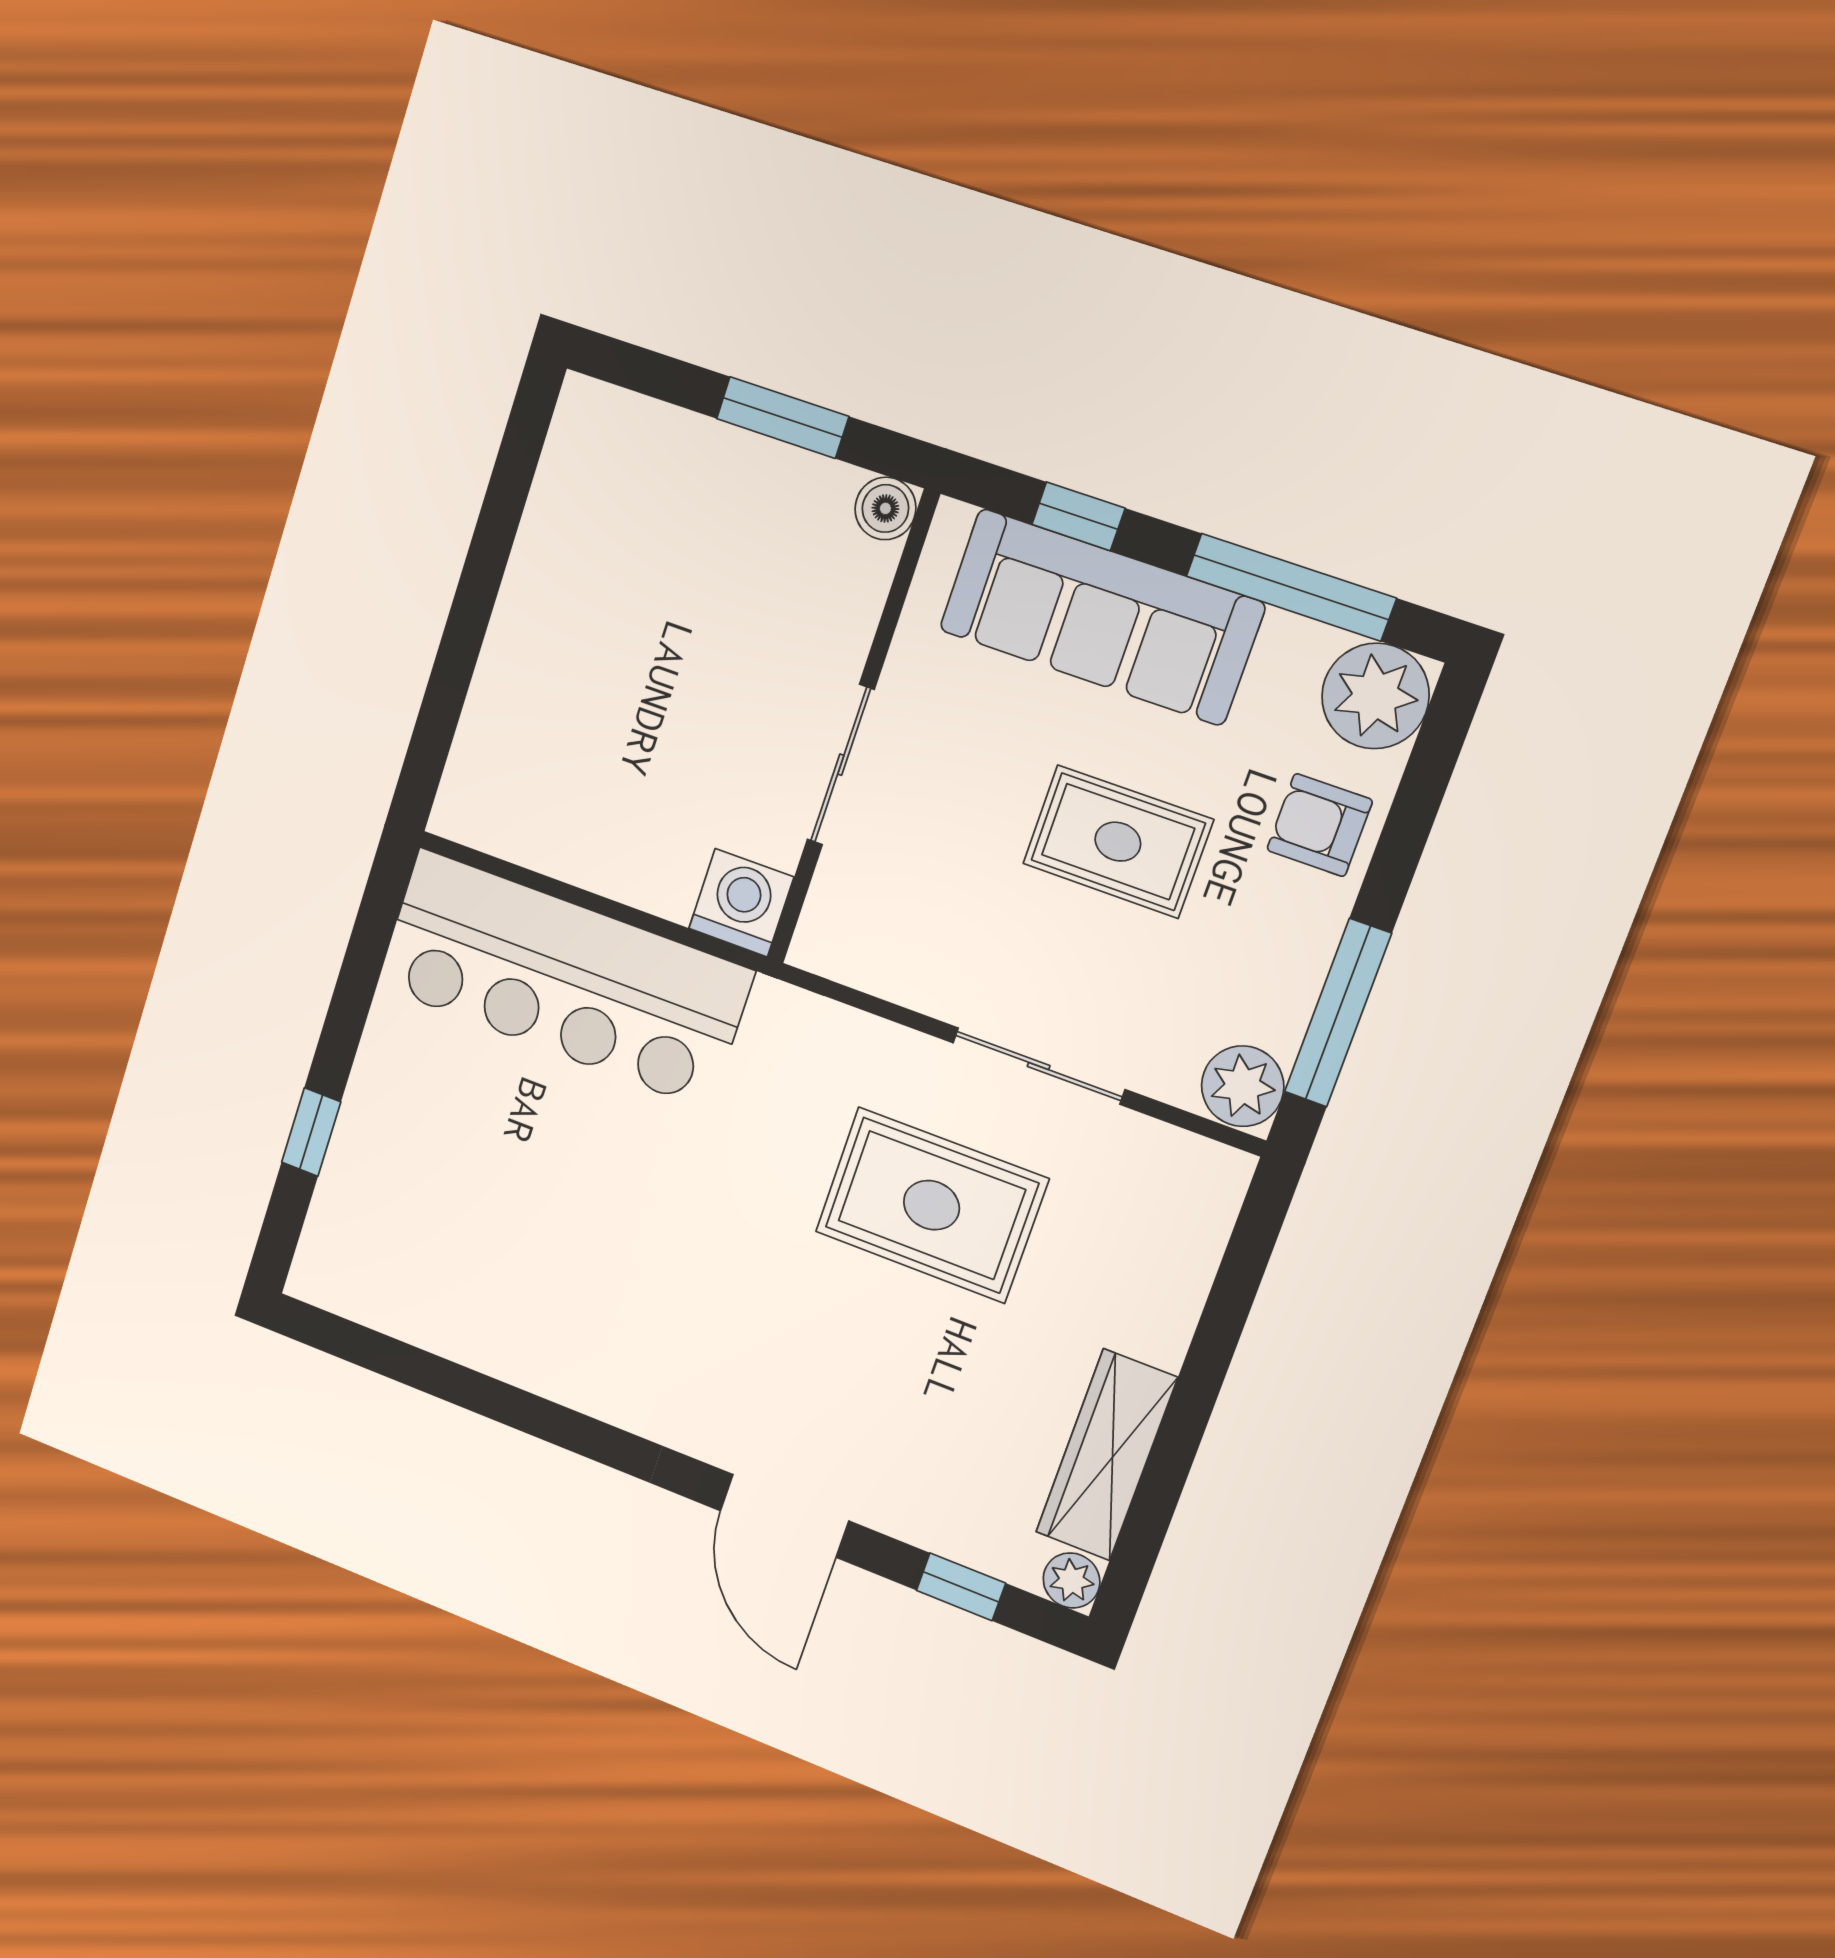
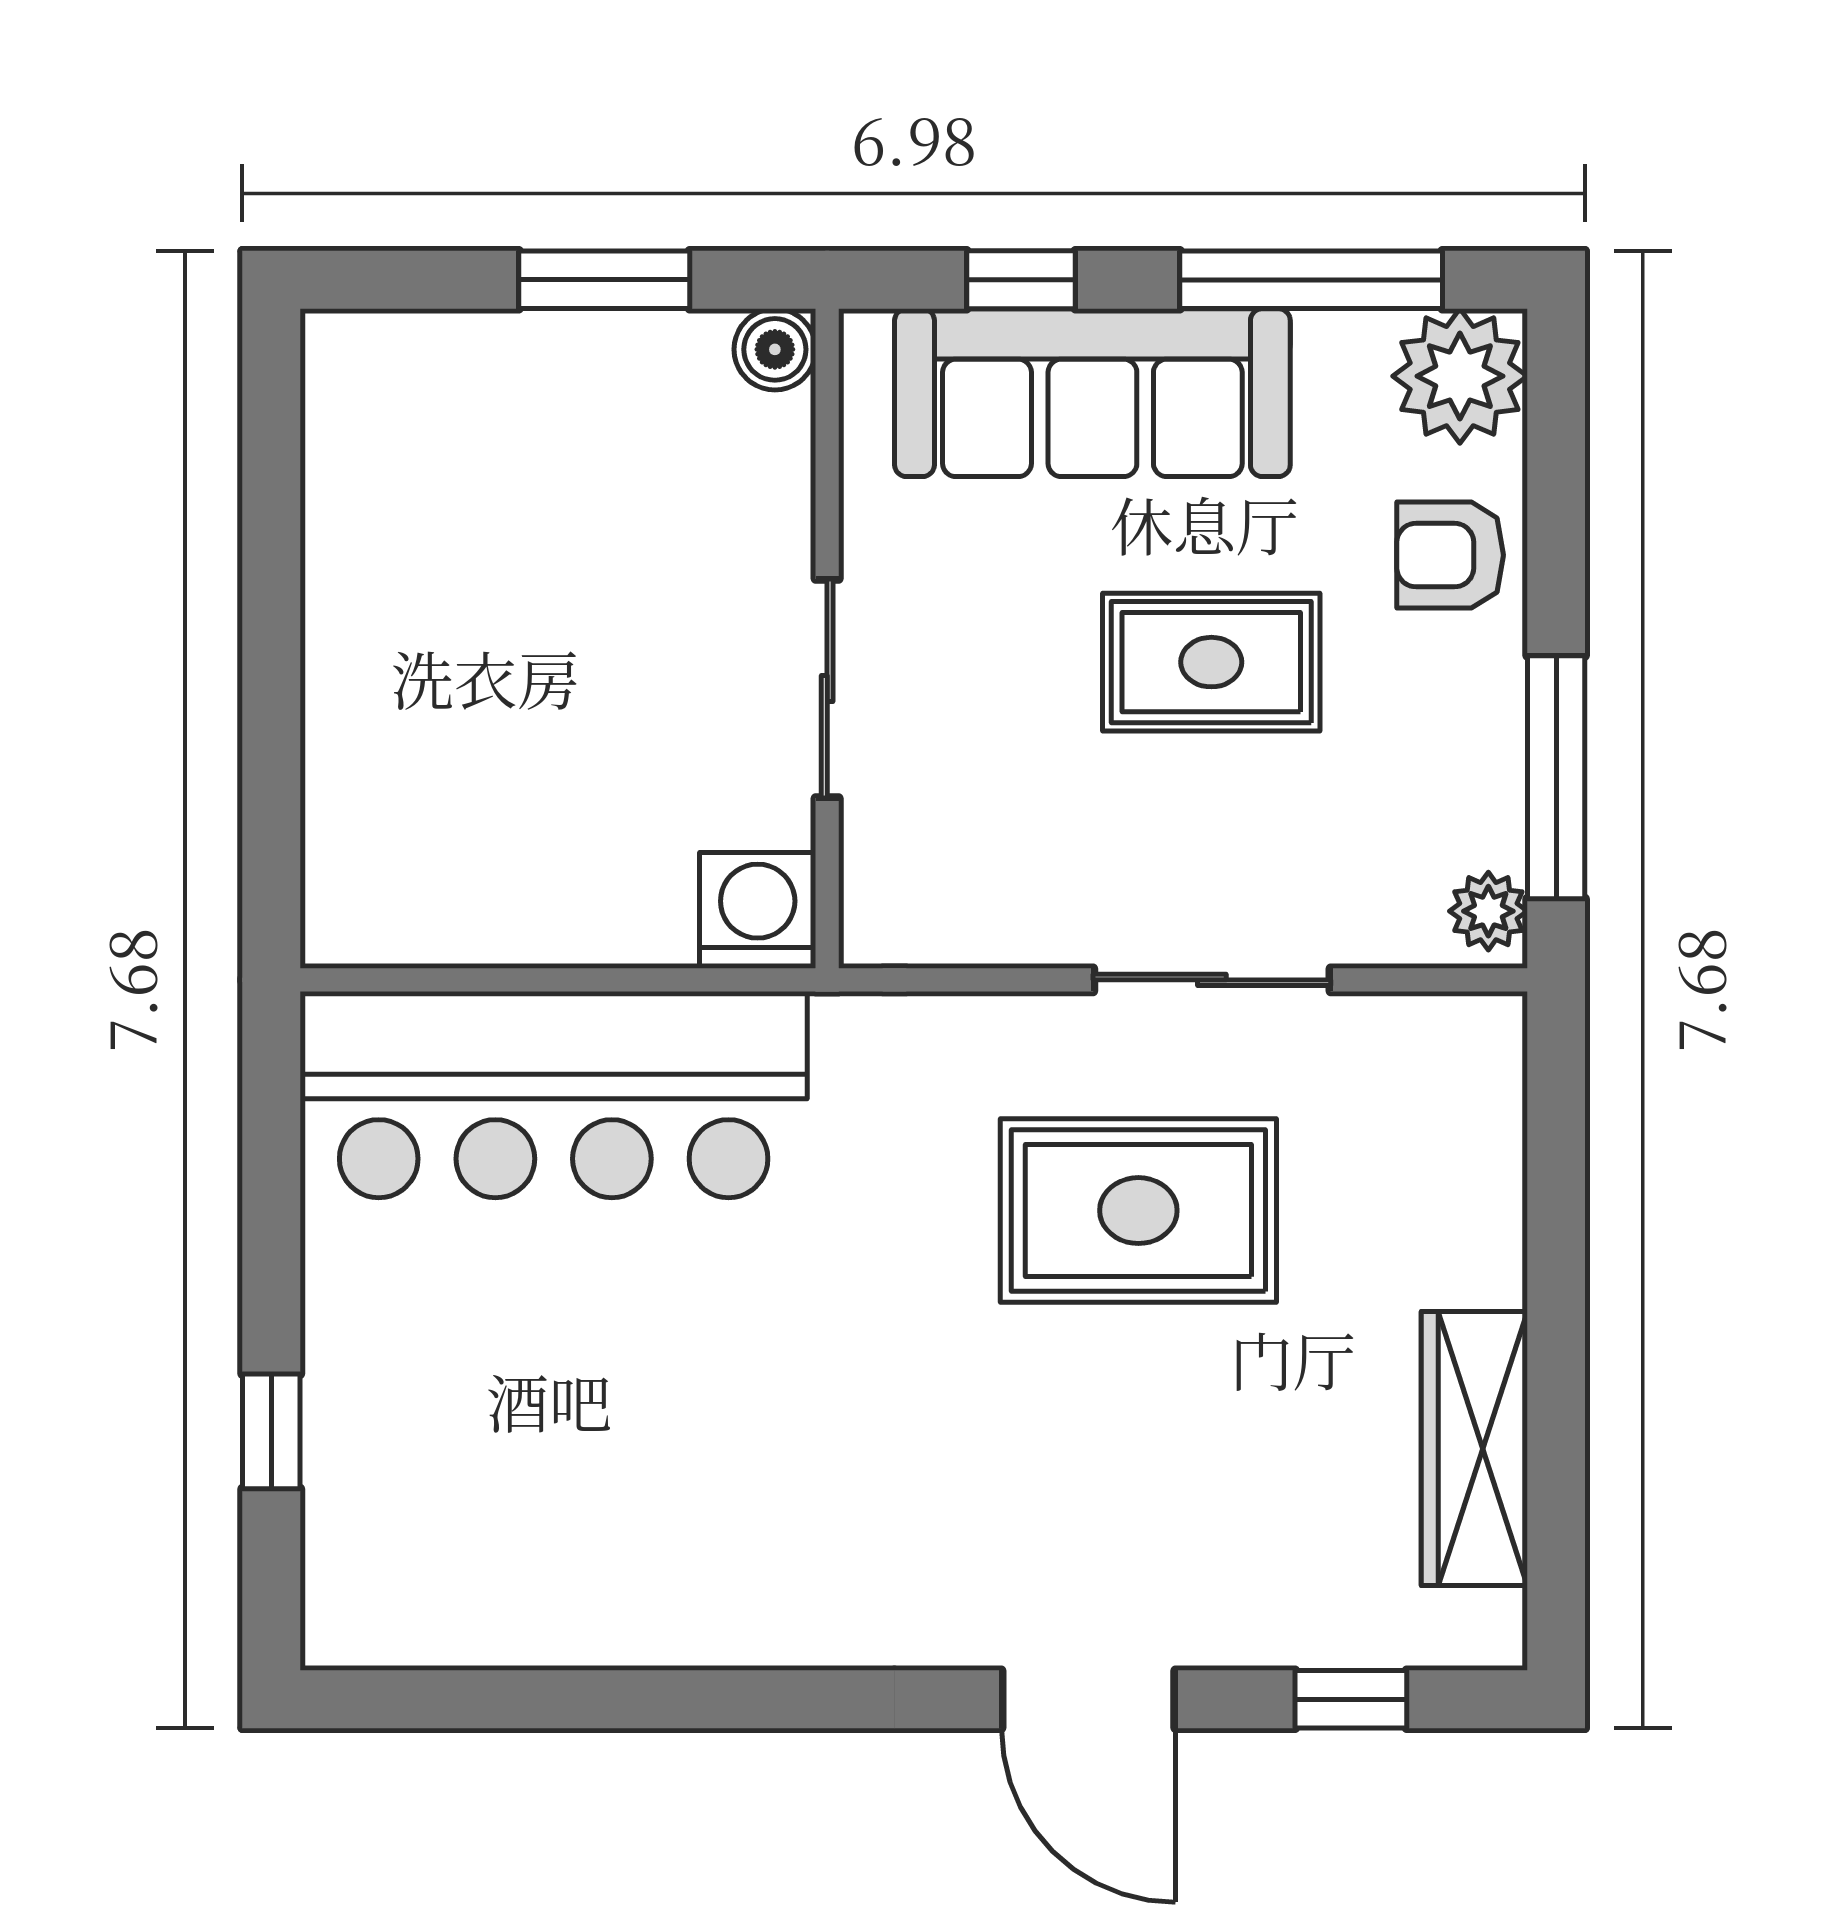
plant: (1243, 1086) -> (1488, 911), width x0.73, depth x0.73
plant: (1071, 1580) -> (1489, 1632), removed

